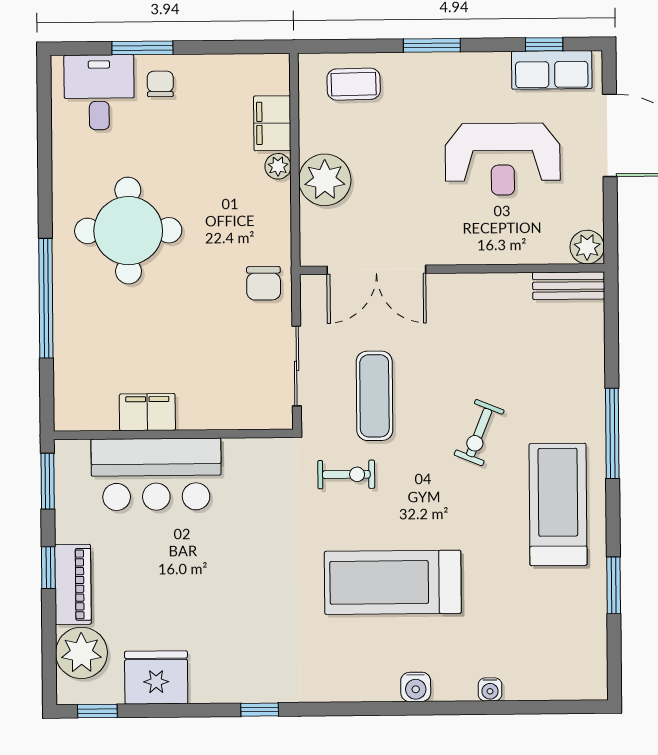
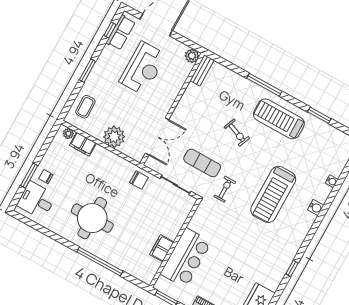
plant: (278, 166) -> (68, 134), moved

